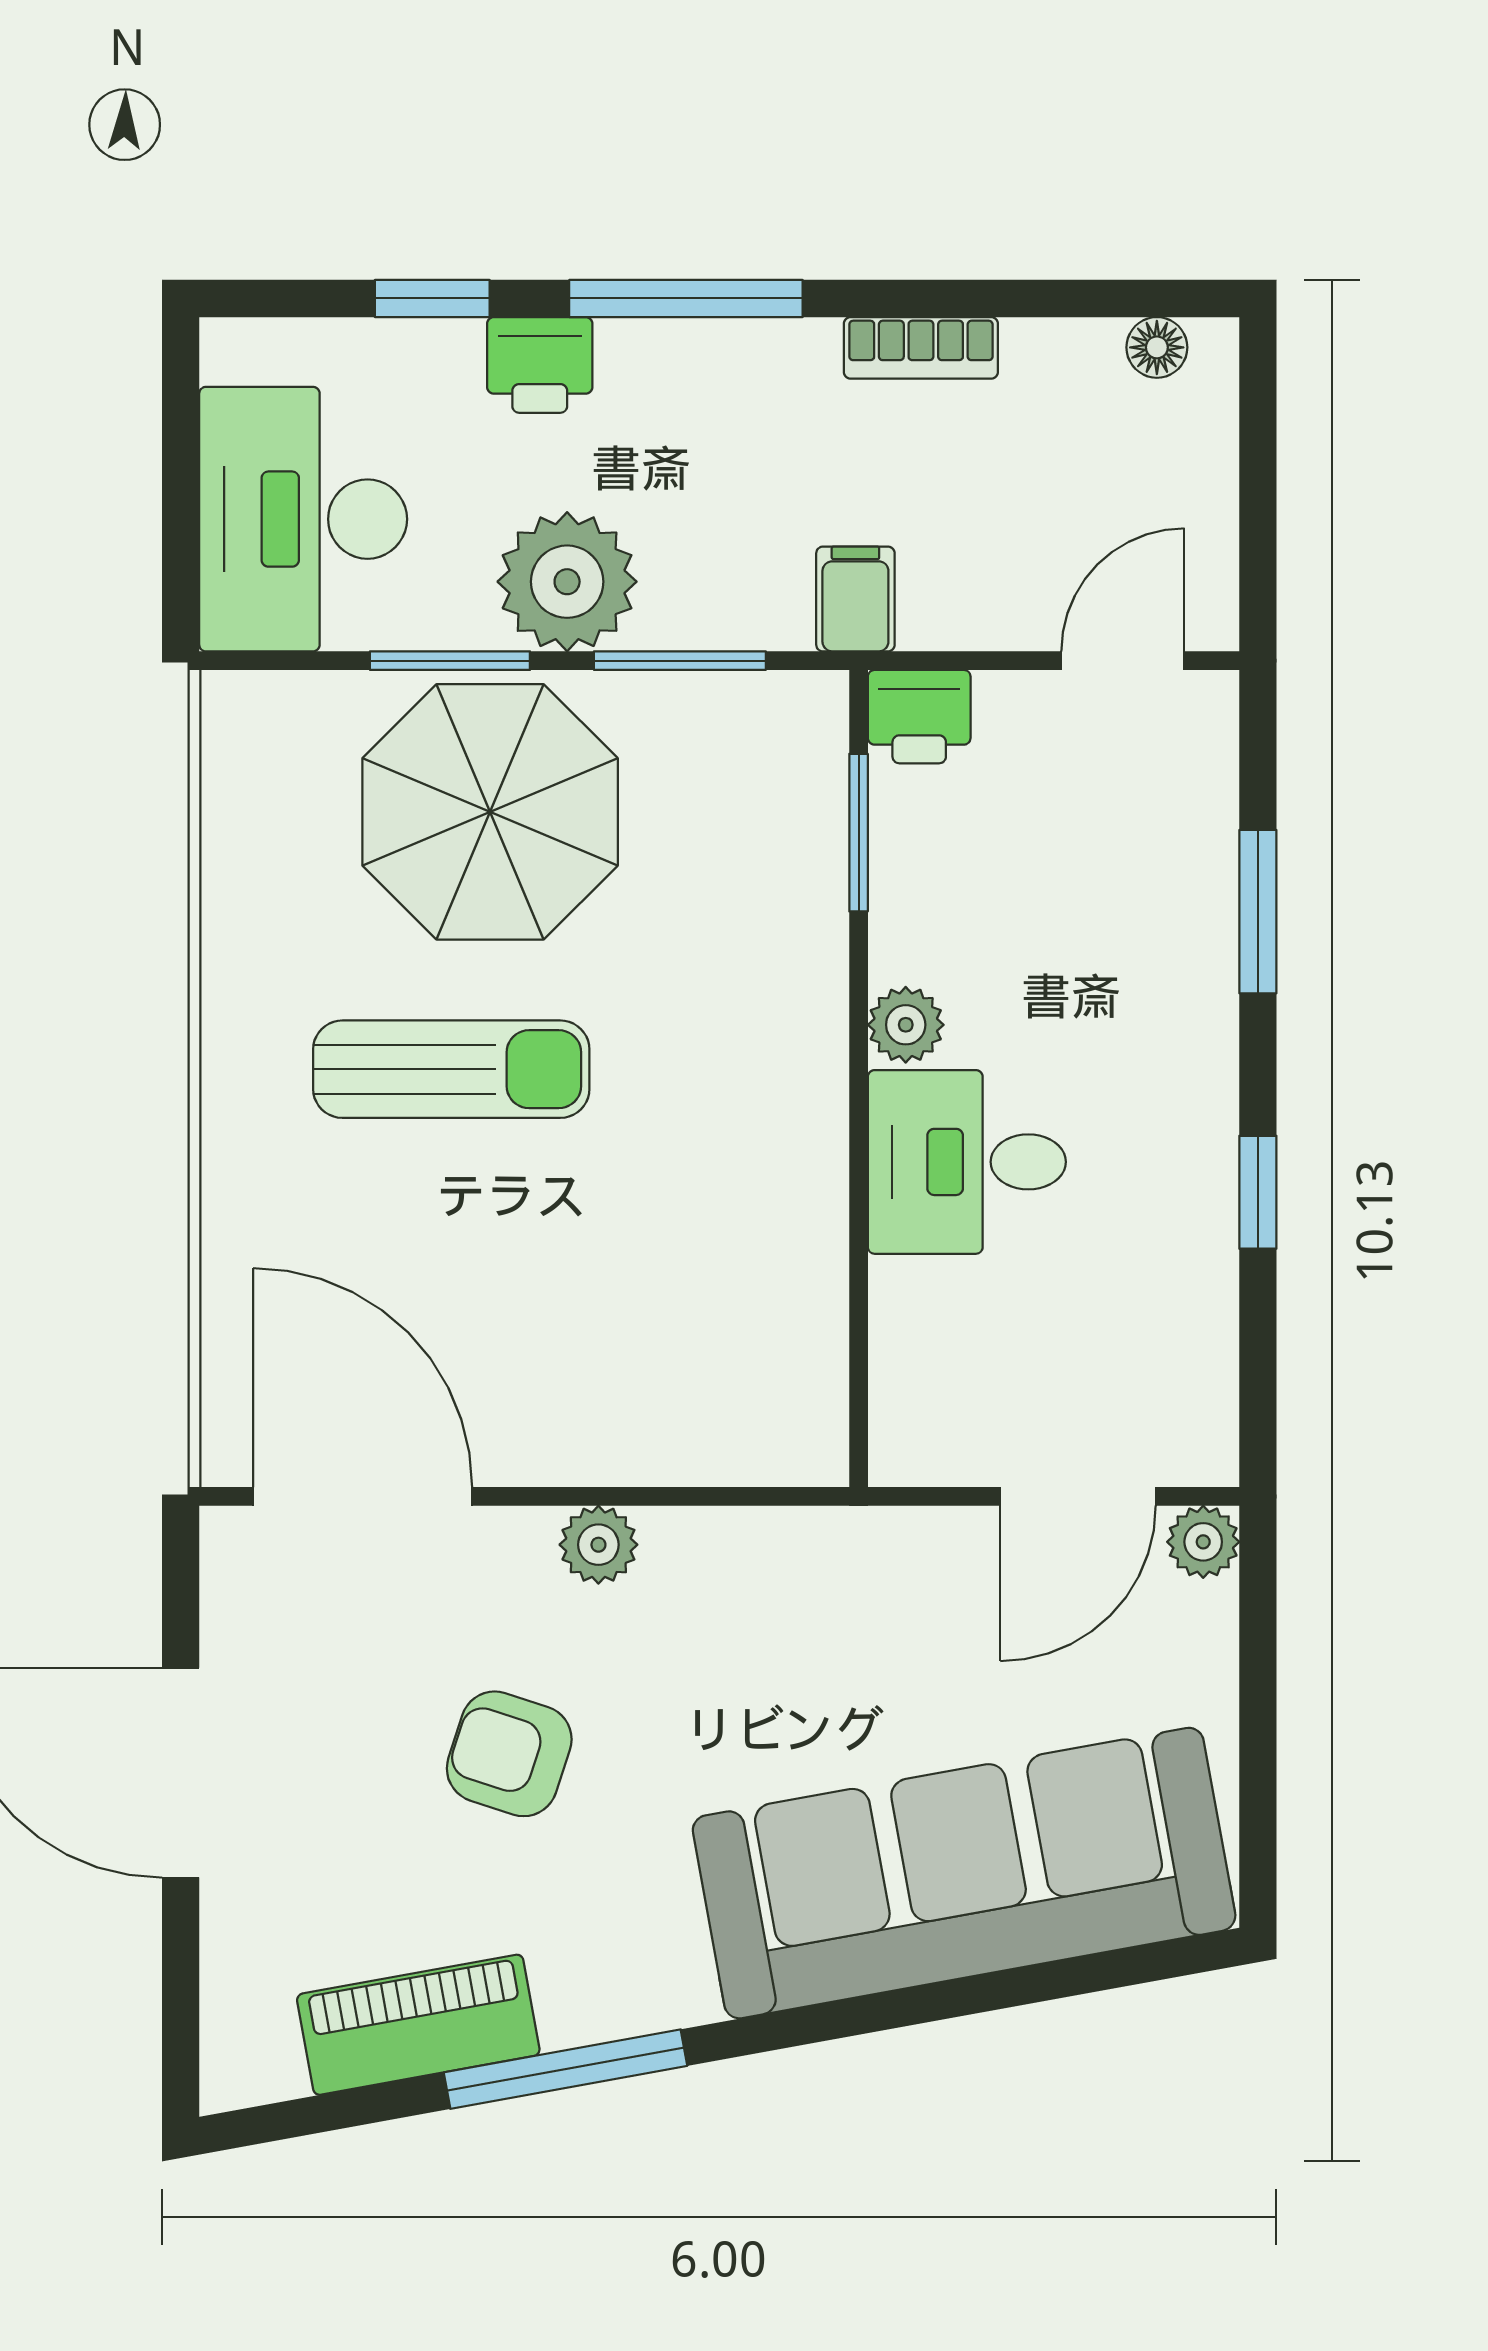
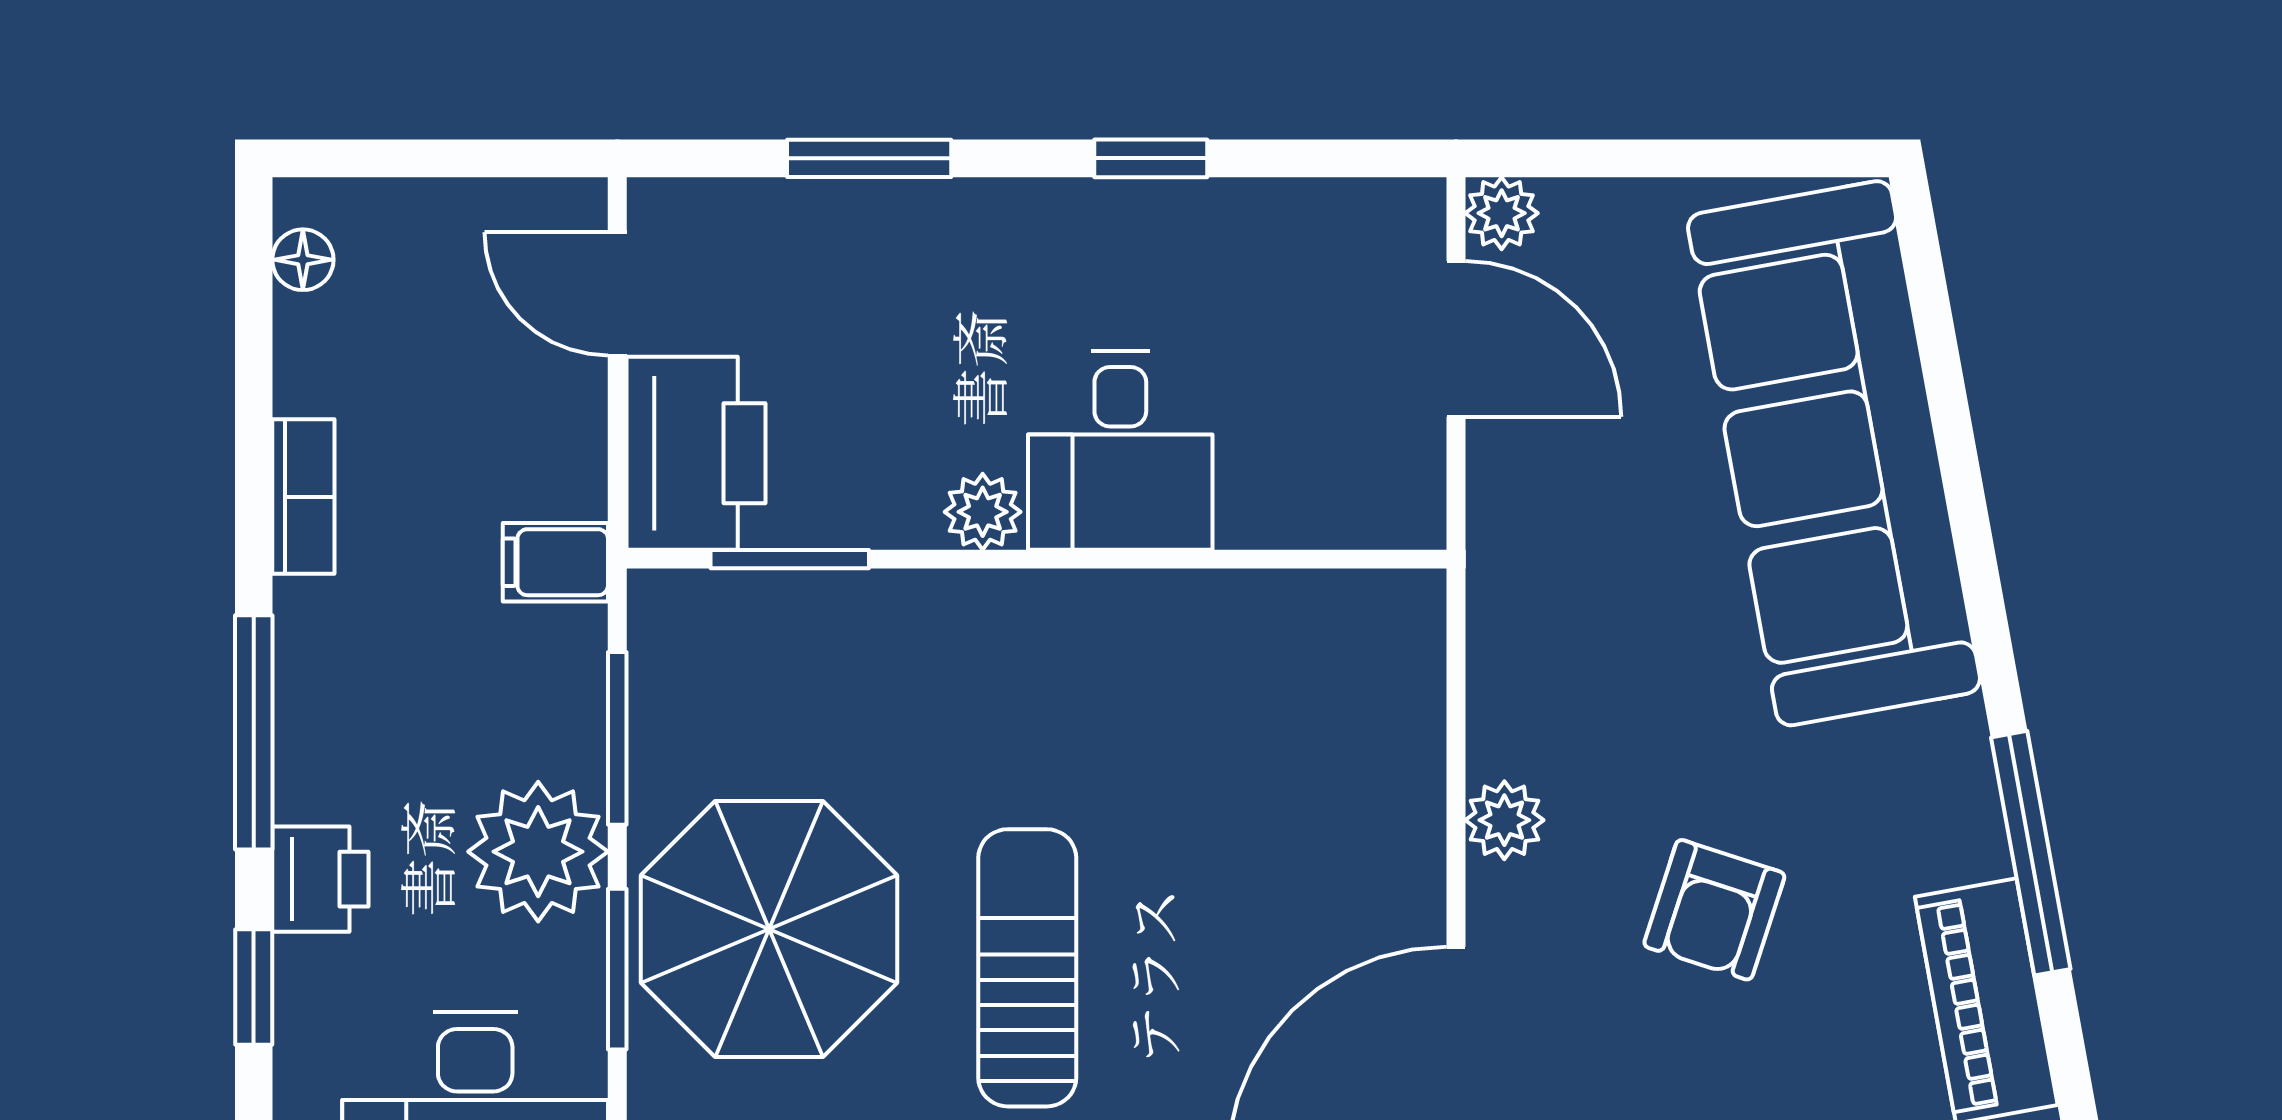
printer: (919, 717) -> (696, 453), width x1.87, depth x1.48

